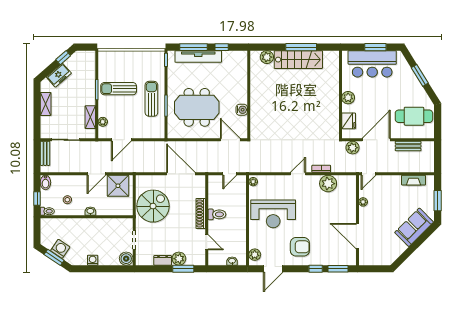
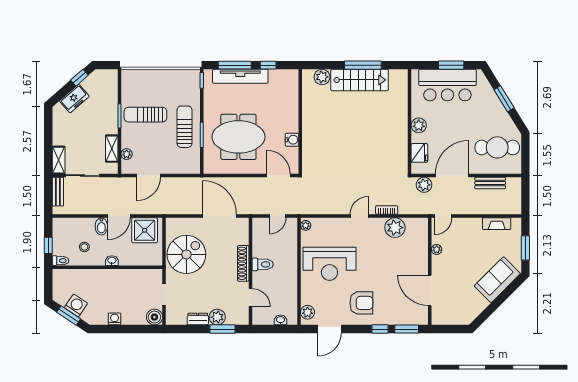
shelving: (46, 104) -> (59, 160), moved
bidet: (45, 182) -> (101, 226), moved

